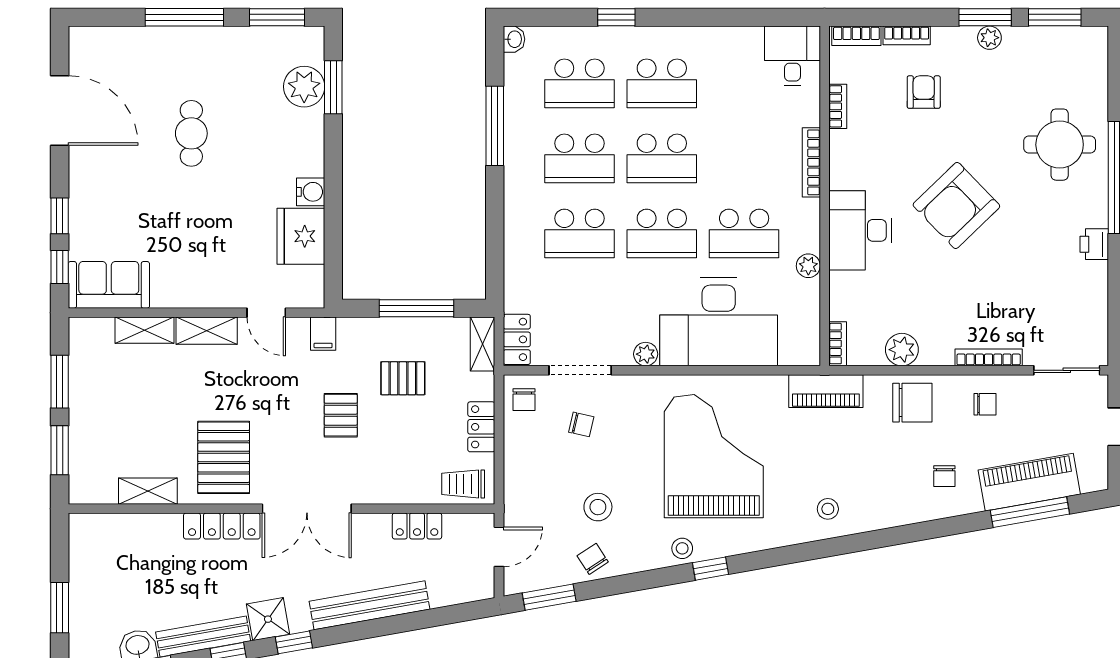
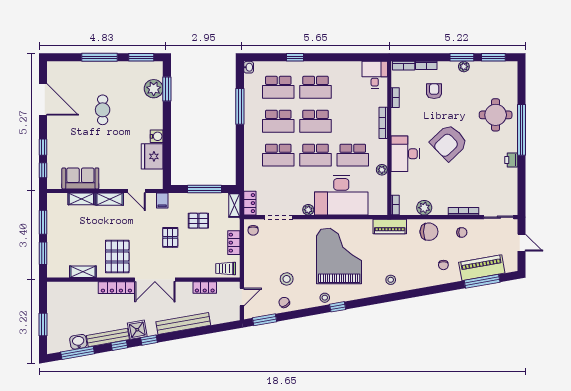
sofa: (109, 285) -> (80, 178), moved
chair: (581, 424) -> (279, 242), removed

